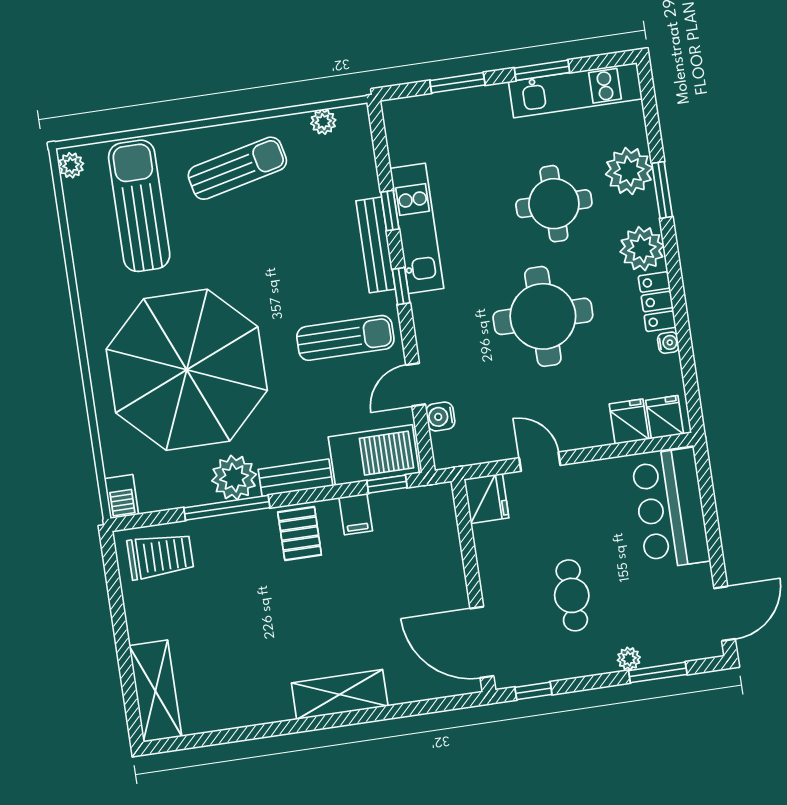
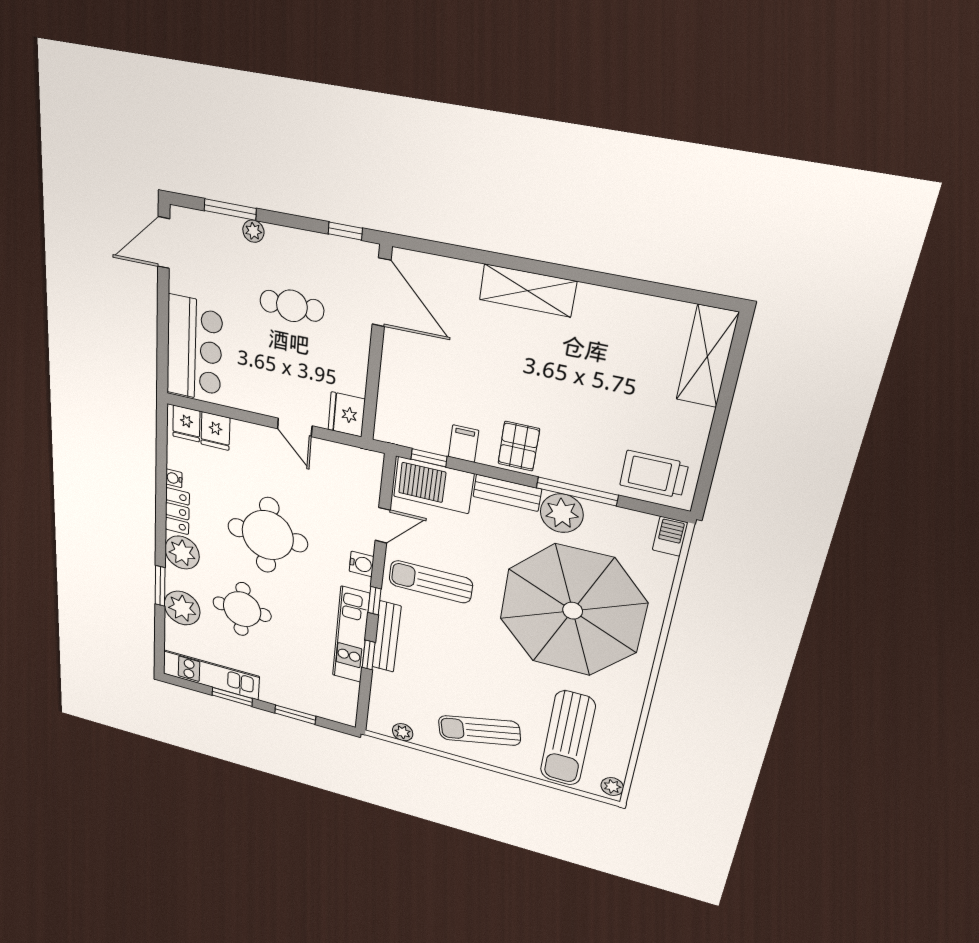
water cooler: (440, 417) -> (362, 564), moved
cafe table: (572, 595) -> (292, 306), turned 90

